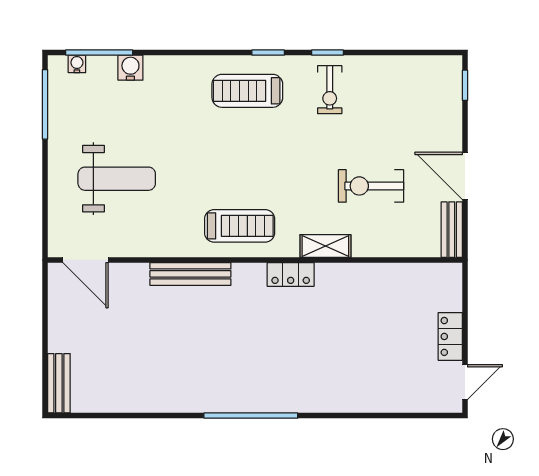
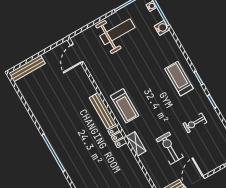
exercise bike: (330, 90) -> (195, 123), moved
weight bench: (117, 179) -> (117, 32), moved, turned -90
bench: (190, 274) -> (103, 111), moved
bench: (59, 383) -> (27, 68), width x1.36

